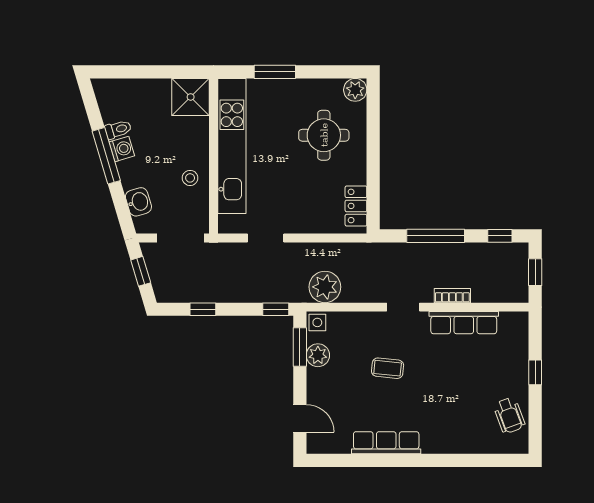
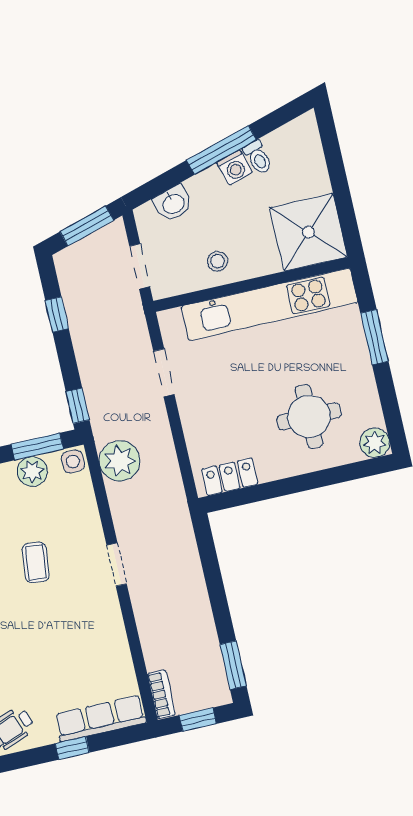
shower: (191, 97) -> (309, 232), width x1.37, depth x1.37
window: (436, 236) -> (215, 585), removed
window: (500, 236) -> (233, 665), width x1.50
doorway: (181, 238) -> (140, 266), width x0.73
window: (141, 271) -> (87, 226), width x1.50
bookcase: (452, 296) -> (161, 694), moved
row of seats: (464, 323) -> (100, 718), moved, turned 90

